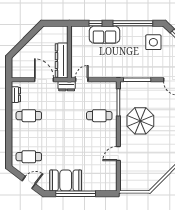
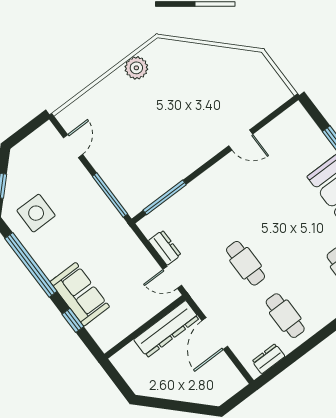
dresser: (67, 86) -> (165, 248), moved
cafe table: (99, 116) -> (246, 263), moved
parasol: (140, 121) -> (168, 144), removed

